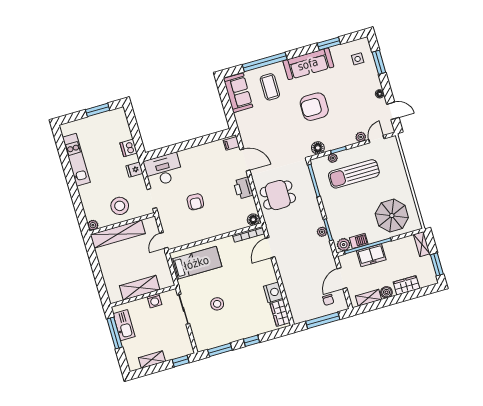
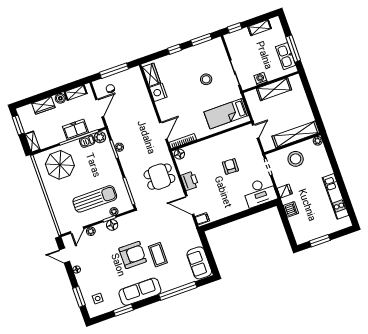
coffee table: (270, 87) -> (158, 255), moved
floor lamp: (318, 148) -> (112, 225), moved

